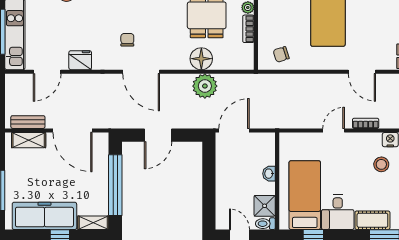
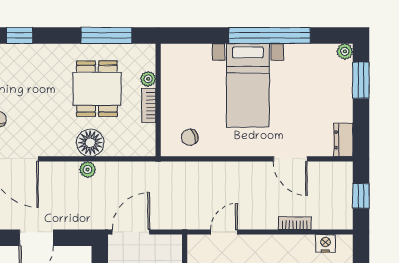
plant: (205, 86) -> (88, 170), width x0.53, depth x0.53
door: (334, 130) -> (224, 232), moved

